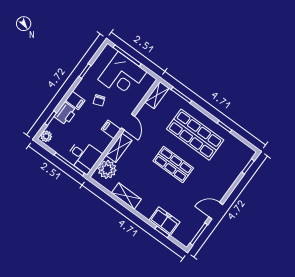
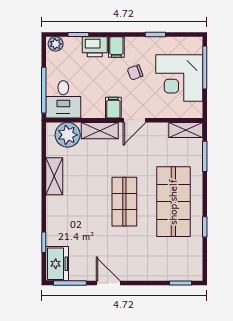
freezer: (165, 221) -> (57, 264), moved

